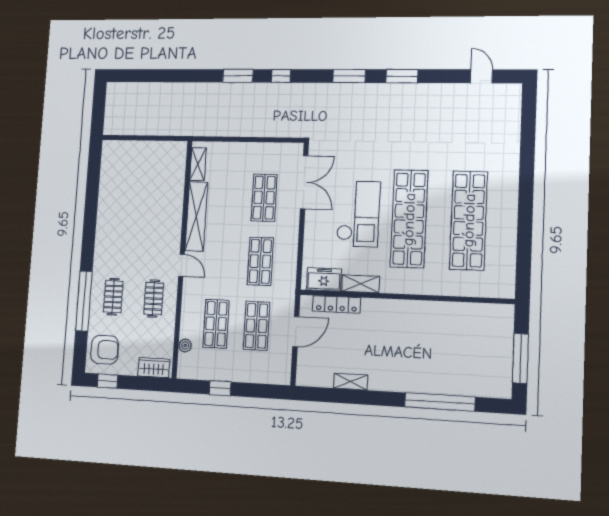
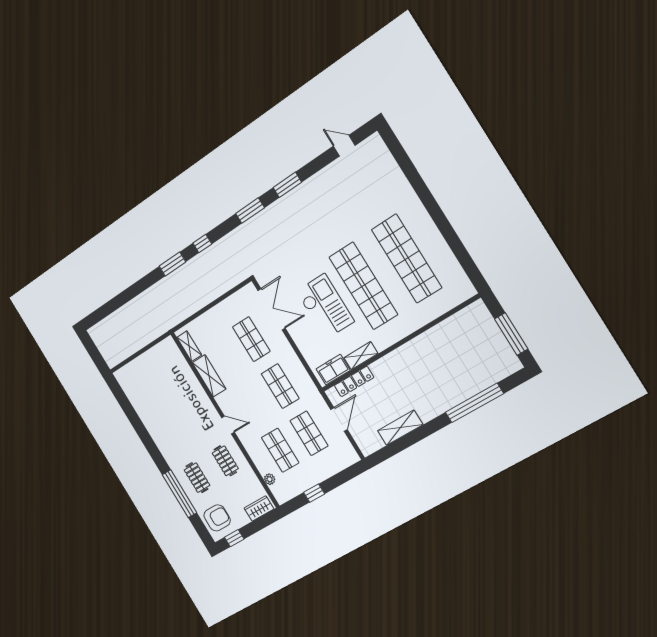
shelving: (196, 216) -> (209, 376), width x0.68
shelving: (351, 382) -> (400, 428), width x1.50, depth x1.33

